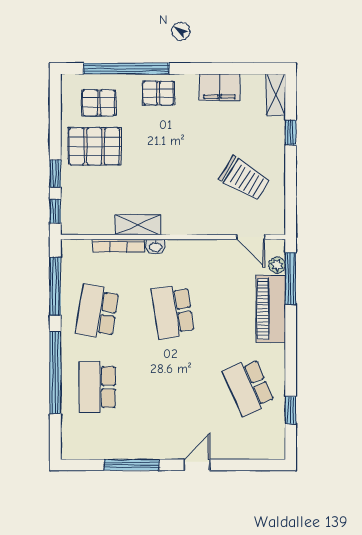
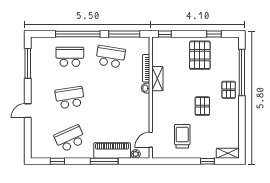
filing cabinet: (219, 87) -> (232, 123), removed
pallet: (99, 103) -> (202, 106), moved
window: (55, 173) -> (214, 34), moved
trolley: (244, 179) -> (182, 136), turned 148
window: (291, 278) -> (104, 161), moved
school desk: (173, 312) -> (70, 98), moved
window: (131, 465) -> (28, 63), moved
door: (197, 465) -> (28, 111), swing flipped

